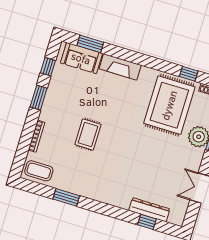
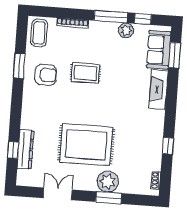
window: (189, 74) -> (168, 146), moved
plant: (55, 86) -> (126, 30), added
window: (39, 98) -> (111, 17), width x1.44
rug: (169, 105) -> (86, 145), moved
armchair: (81, 174) -> (46, 75), added

